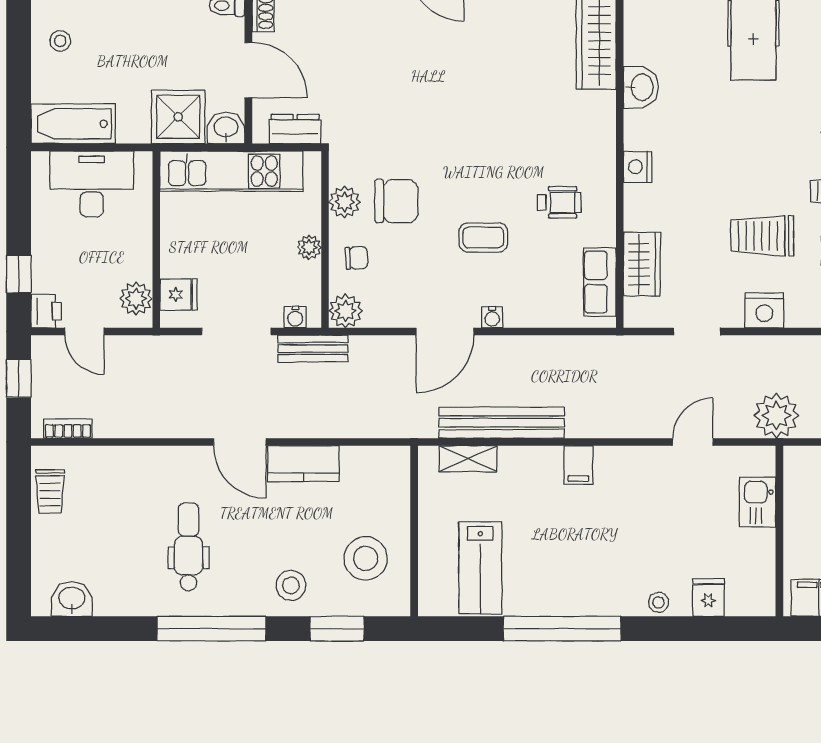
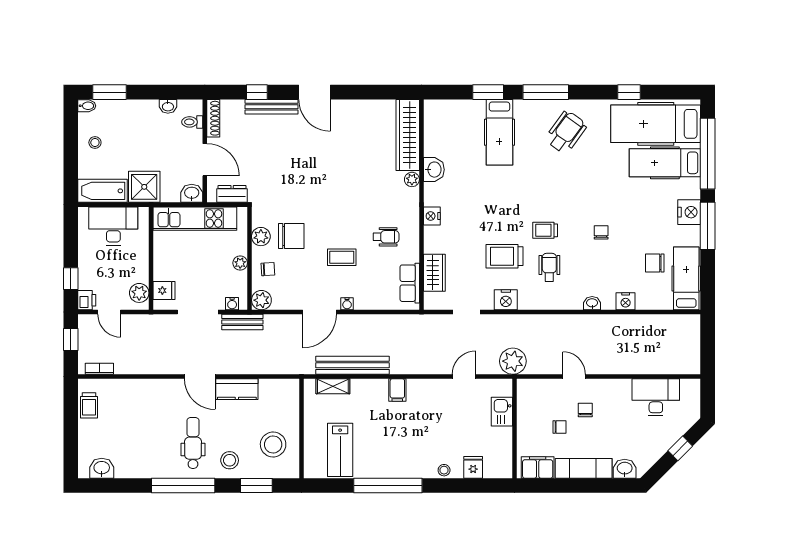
plant: (603, 104) -> (412, 179), added
shower: (178, 117) -> (144, 187), moved
dental chair: (188, 547) -> (193, 443), moved

